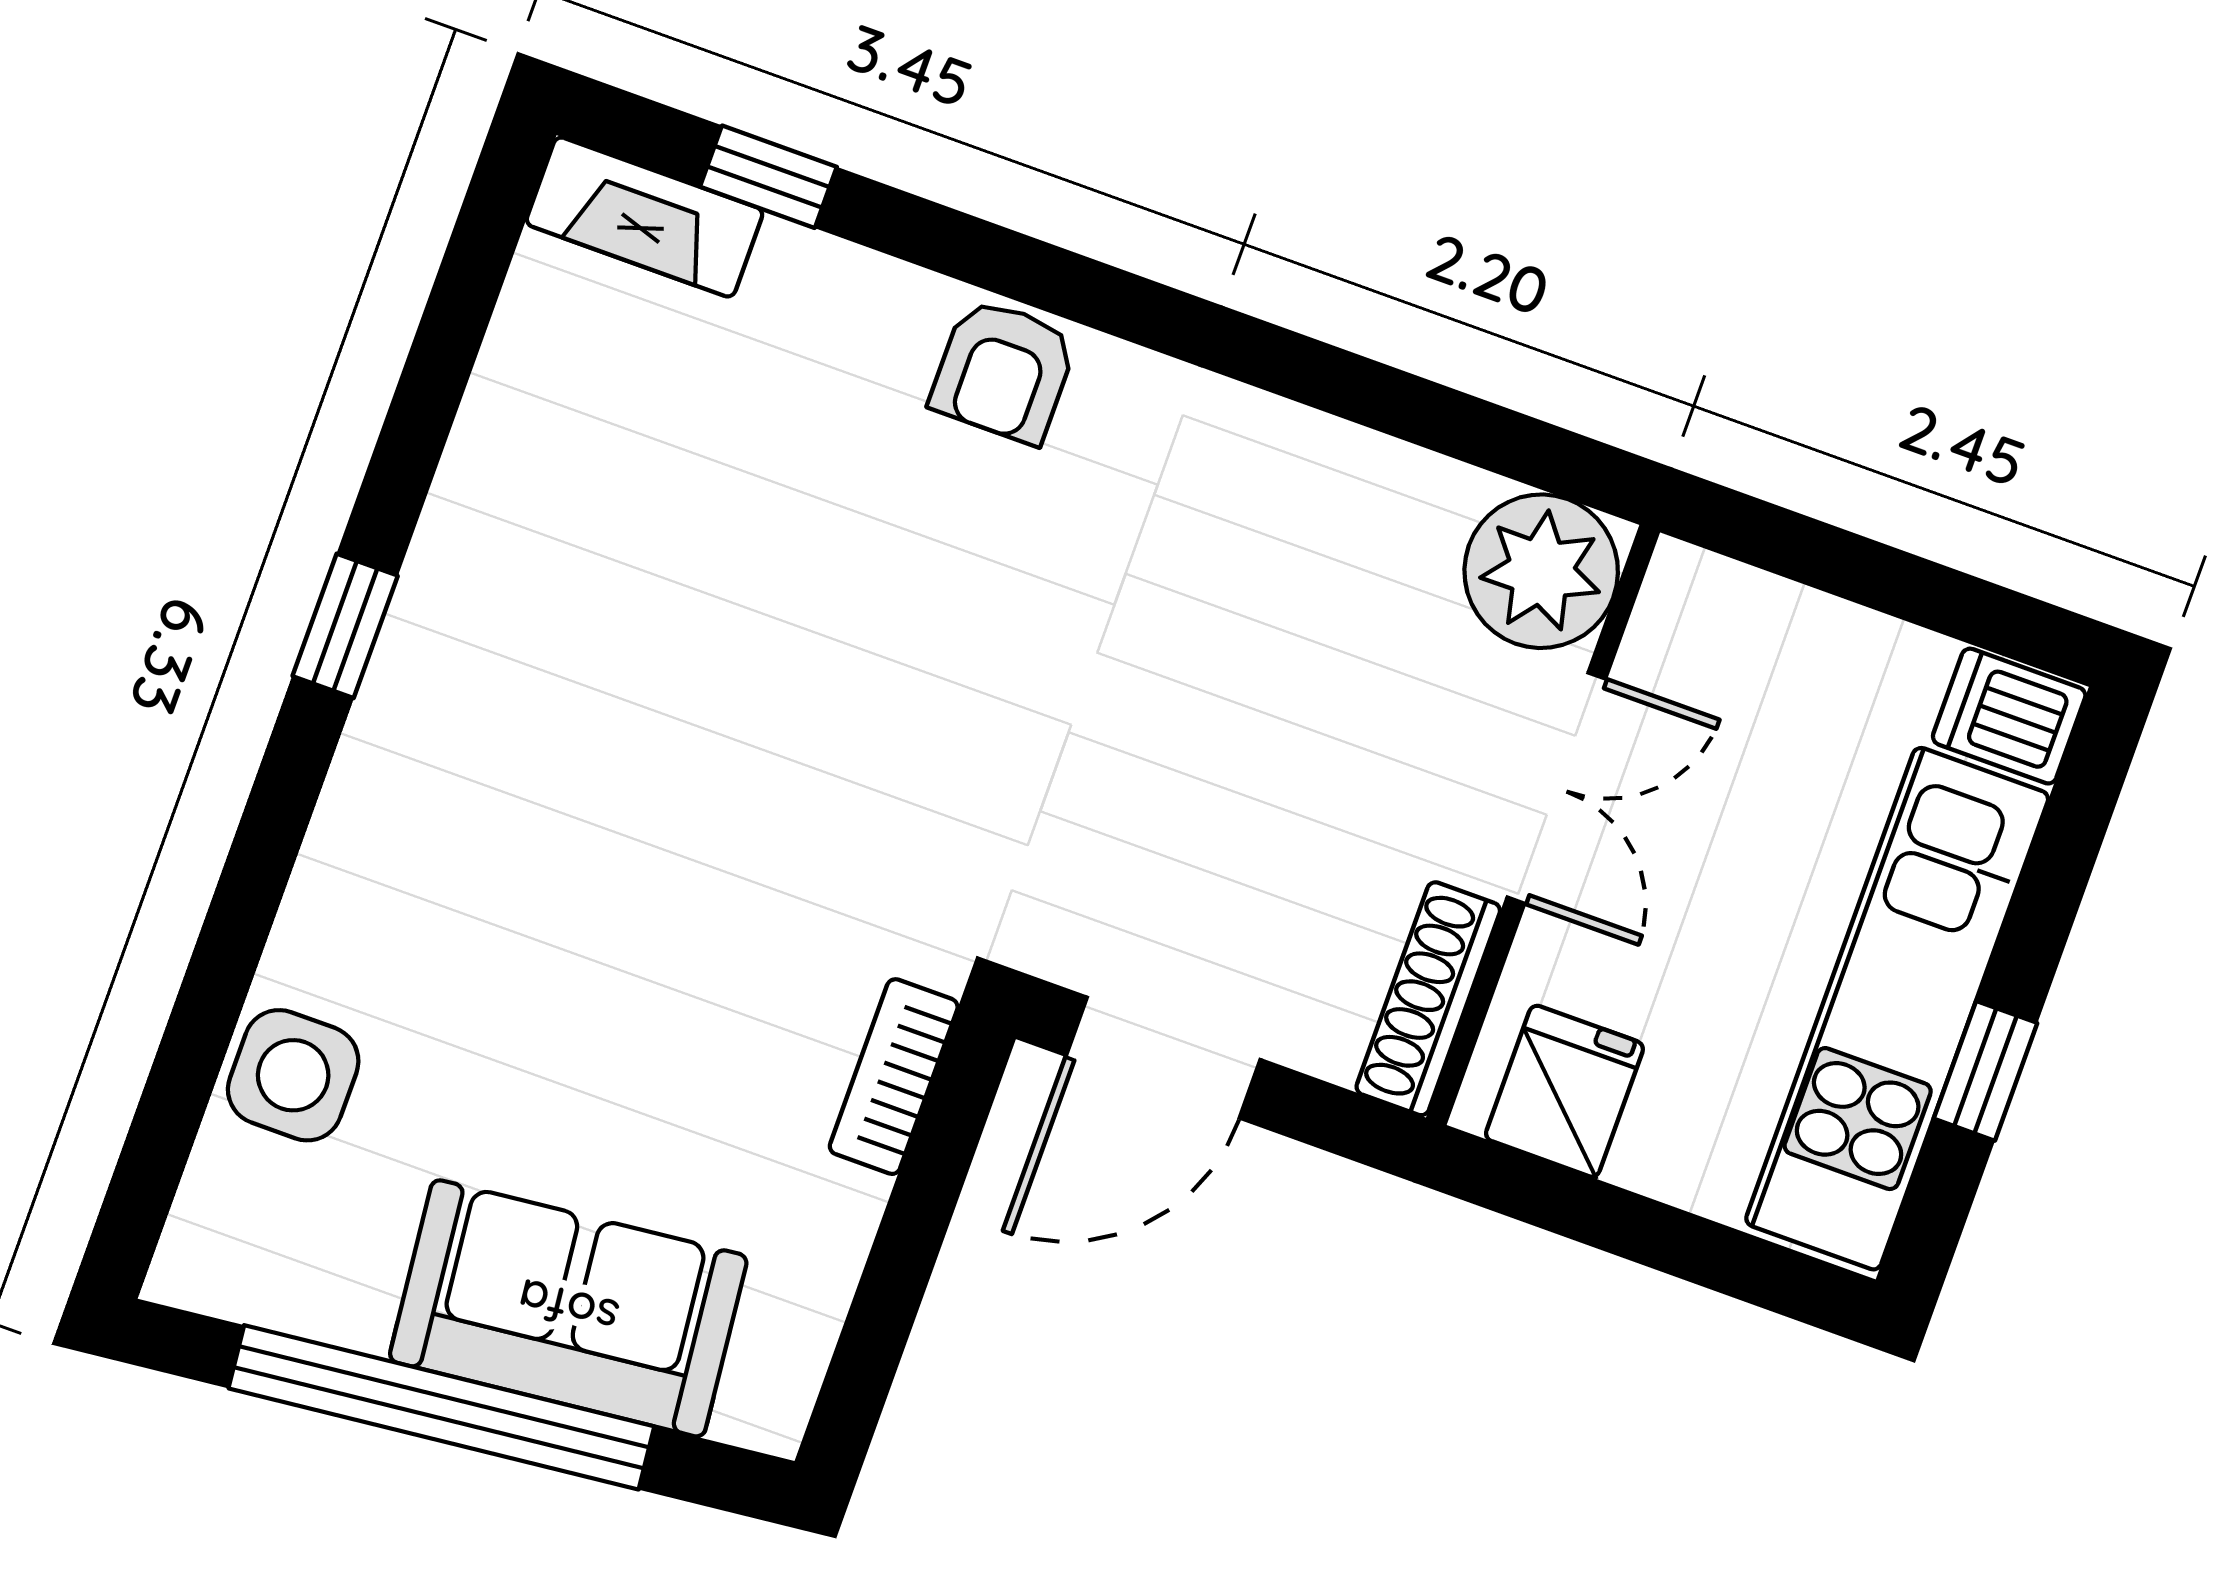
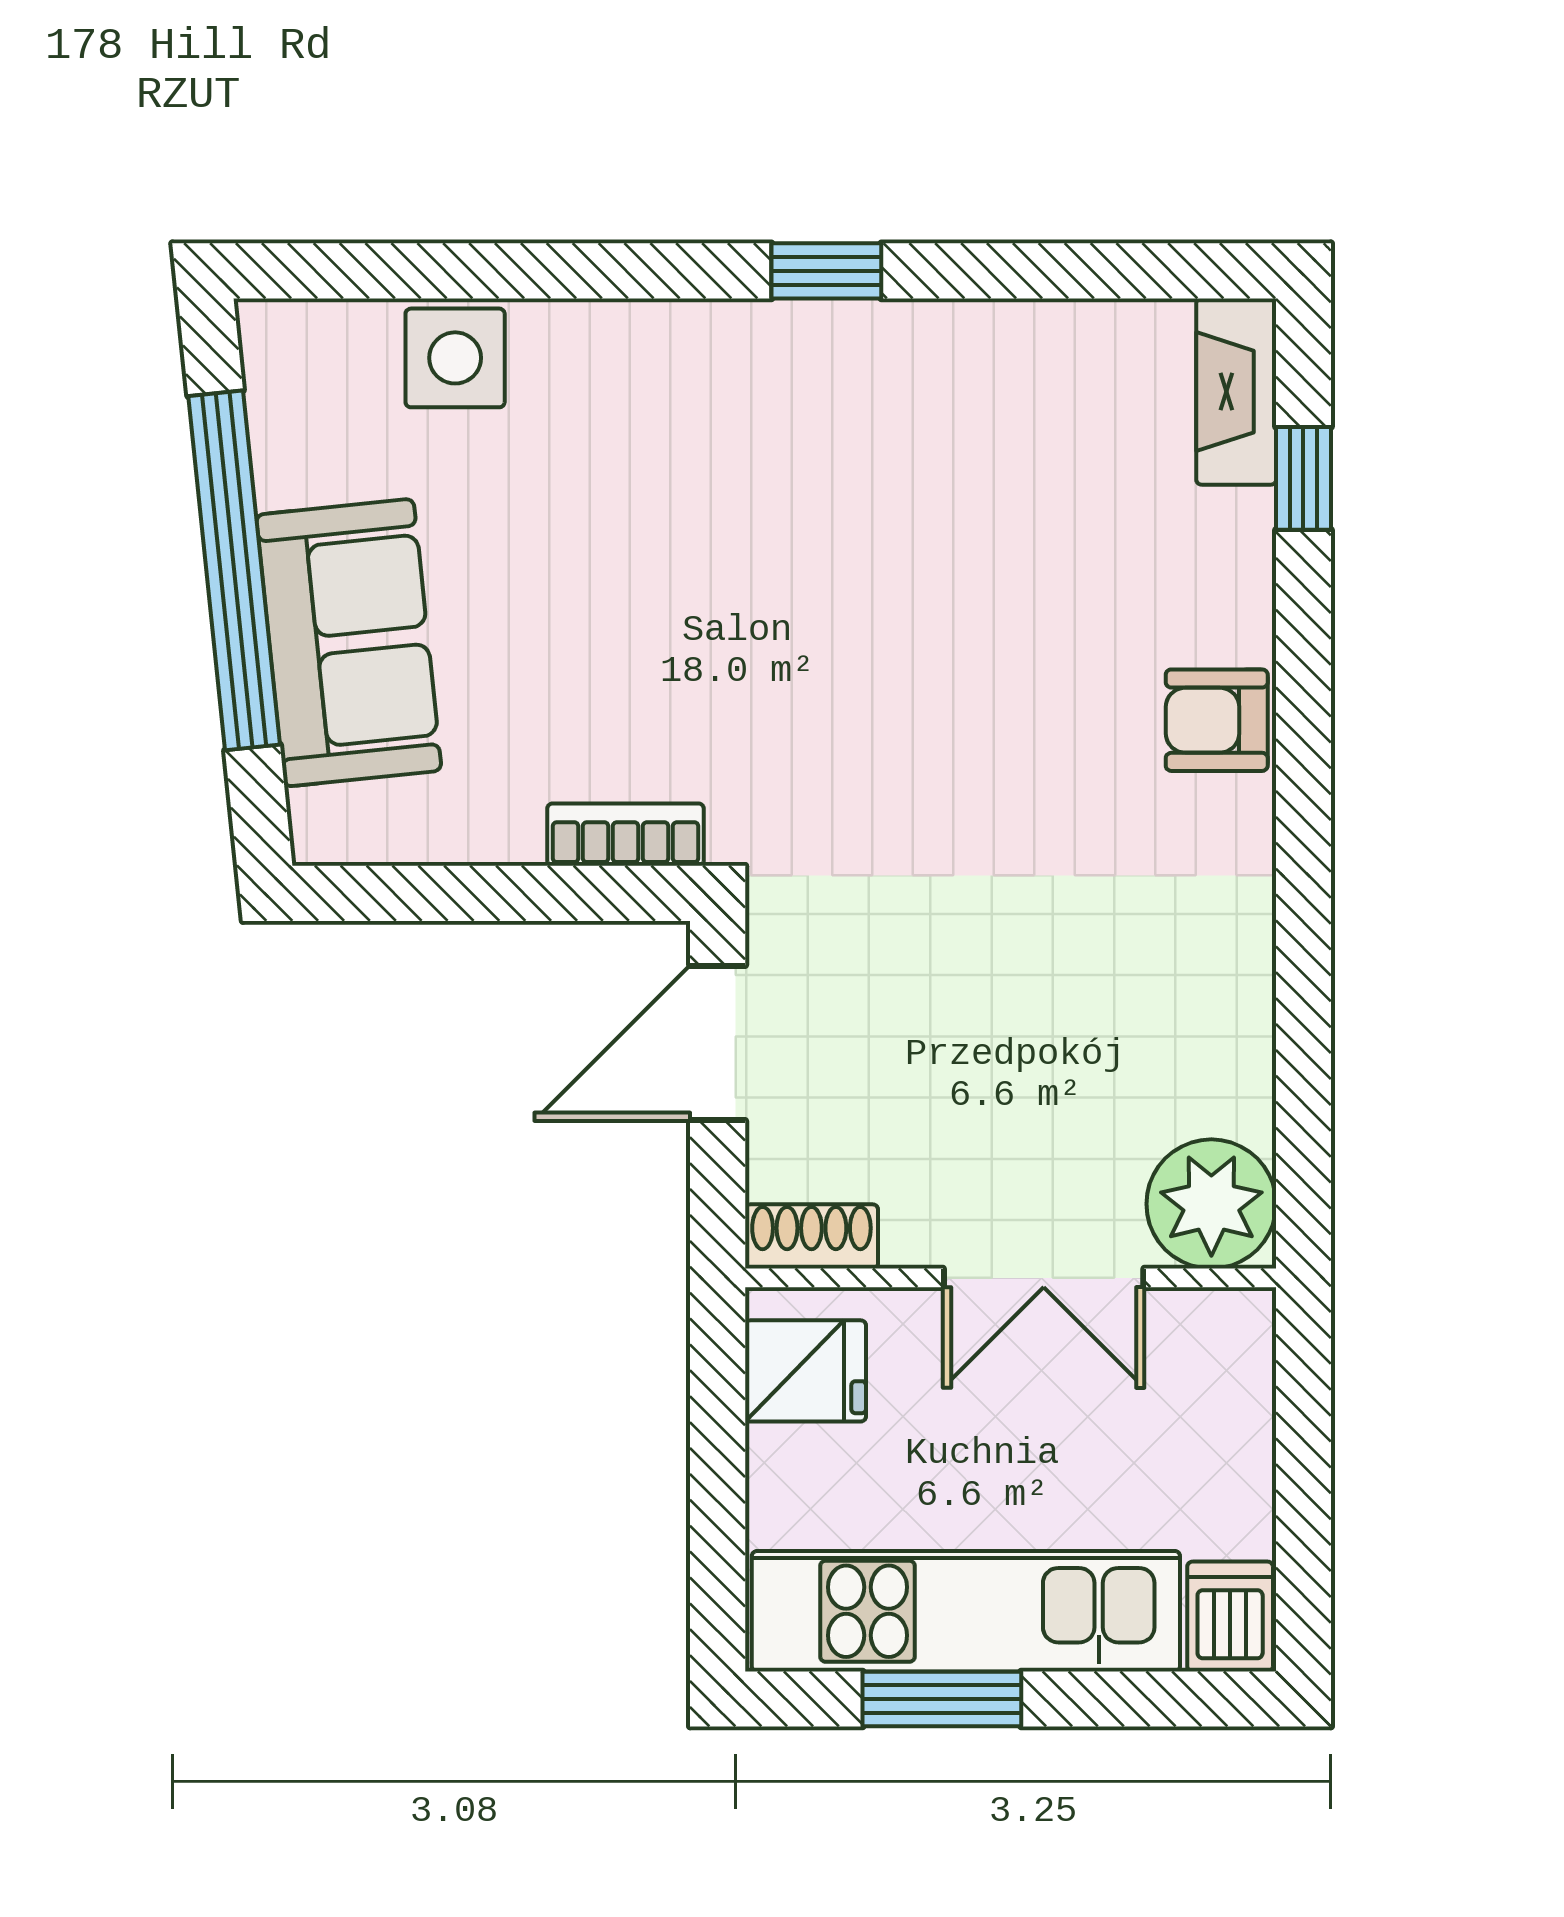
shoe rack: (1428, 999) -> (811, 1236), width x0.70
door: (1163, 1058) -> (718, 1043), hinge flipped
window: (1985, 1071) -> (942, 1699), width x1.50

